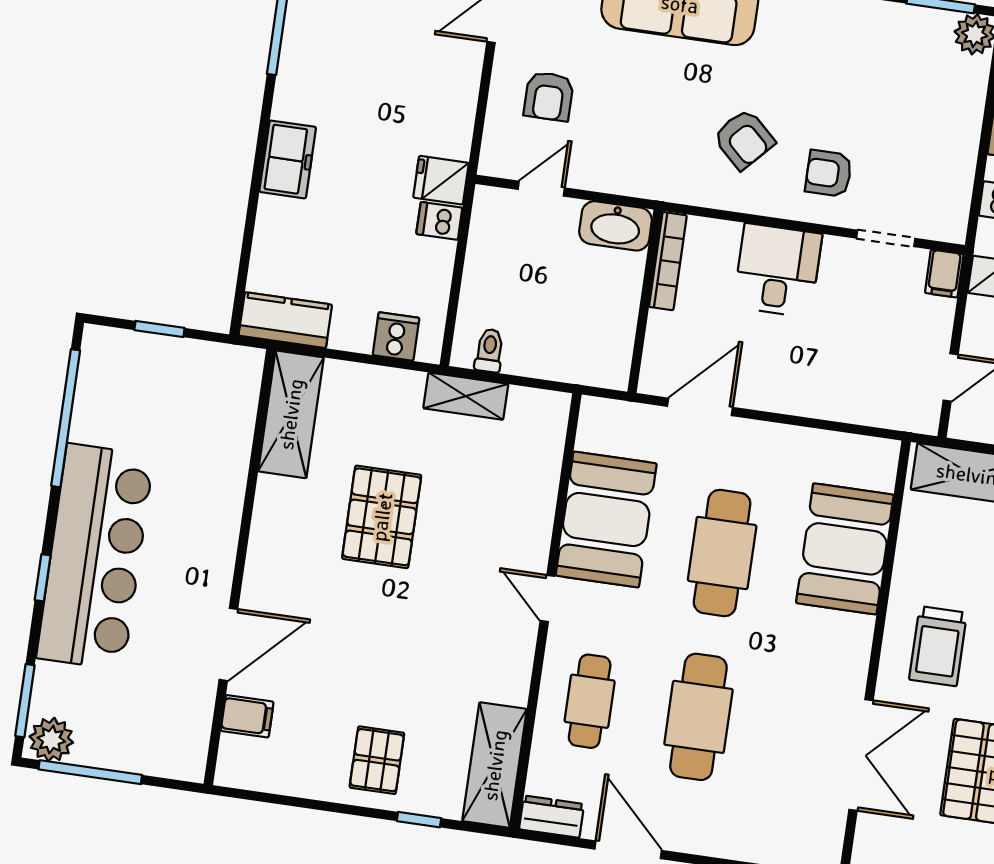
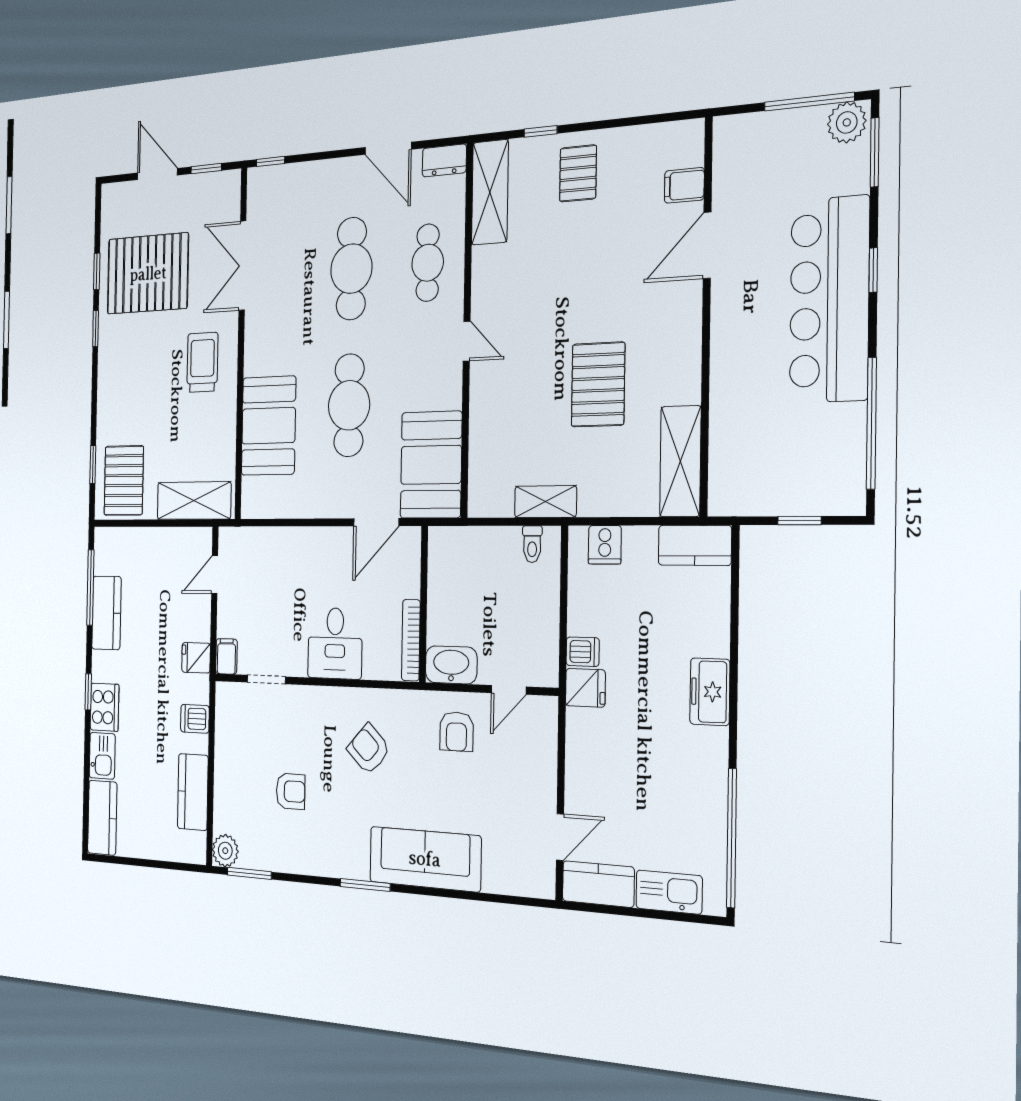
armchair: (549, 96) -> (456, 732), moved, turned 180
armchair: (829, 173) -> (291, 791), moved
booth: (606, 519) -> (431, 465), moved

